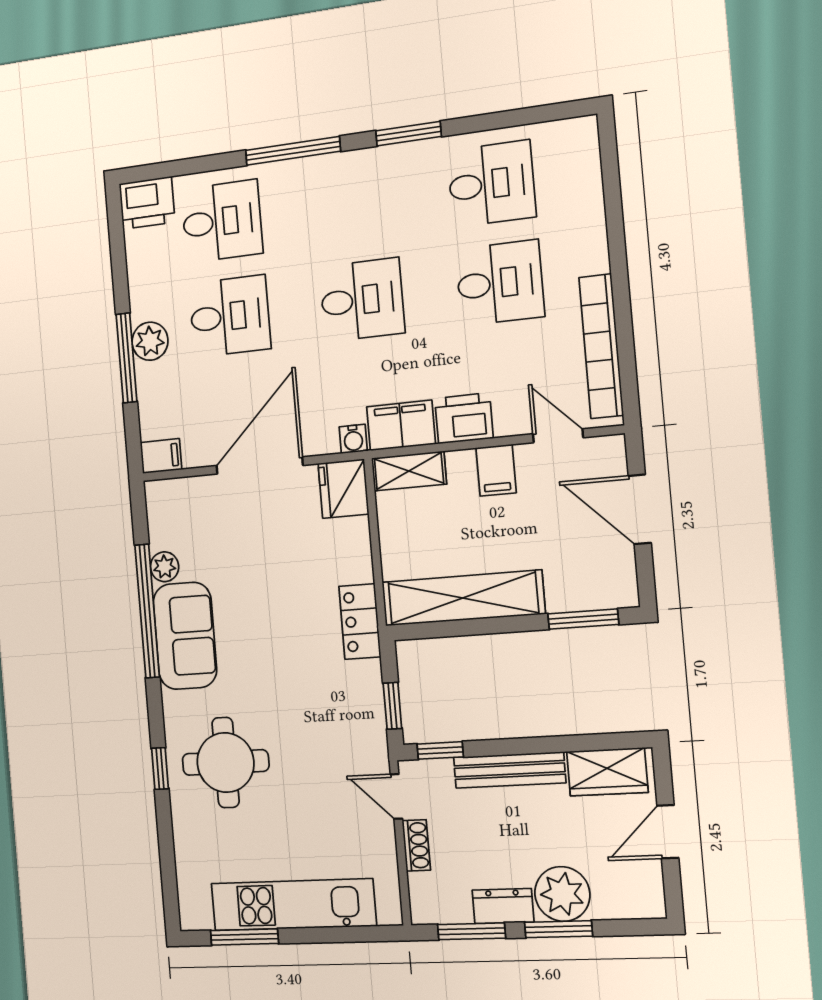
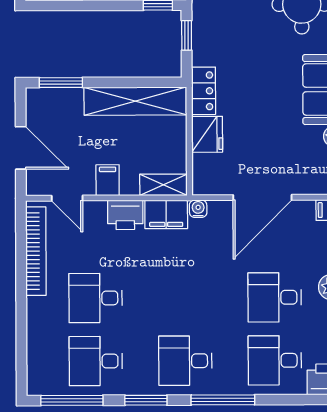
window: (524, 117) -> (72, 400), added
desk: (362, 300) -> (185, 361), moved
fridge: (343, 489) -> (207, 134), moved

